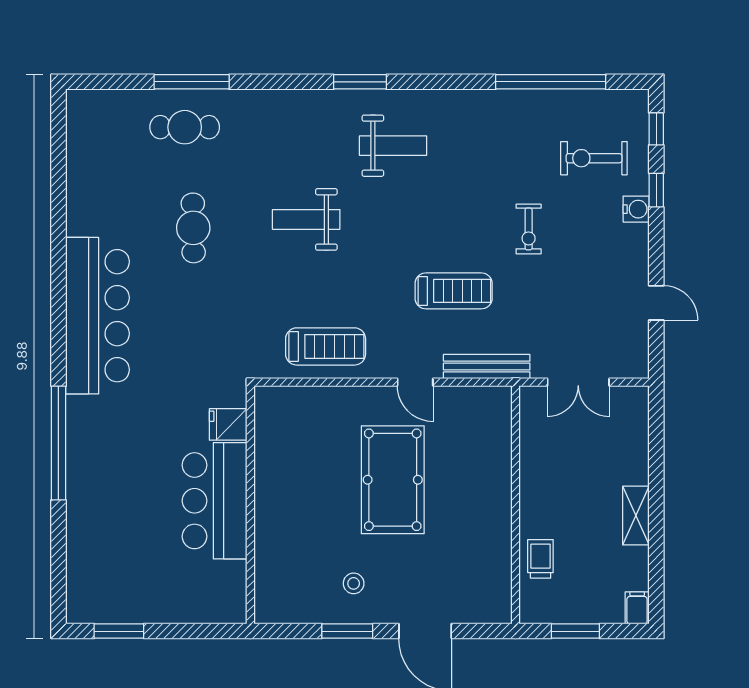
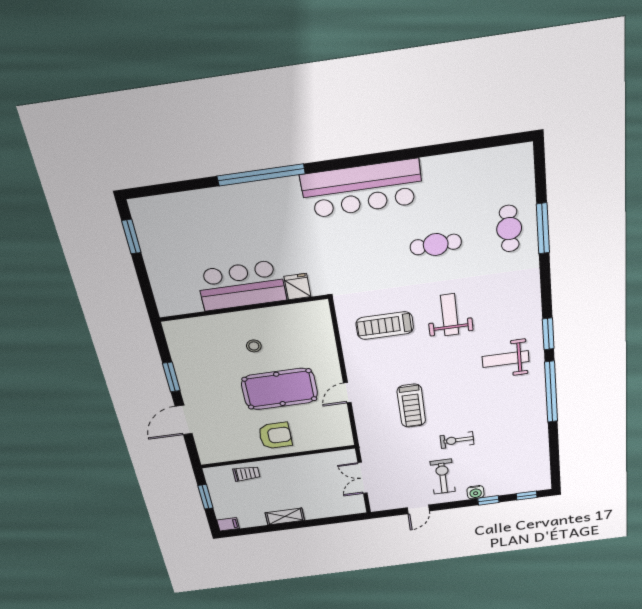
window: (551, 82) -> (551, 392), moved
weight bench: (393, 146) -> (505, 359), turned 90
exercise bike: (594, 158) -> (443, 477), moved
treadmill: (326, 346) -> (385, 326), moved, turned 90
bench: (487, 367) -> (364, 430), removed
armchair: (475, 501) -> (275, 436), added
stool: (354, 583) -> (254, 346), moved

